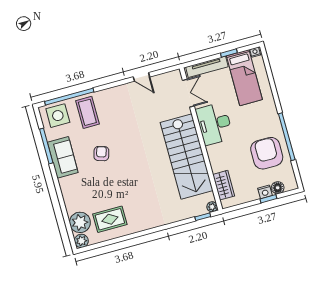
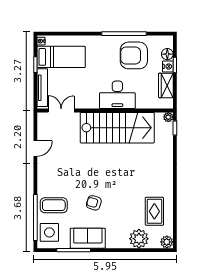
desk: (214, 124) -> (117, 95), moved
wardrobe: (224, 185) -> (166, 85), moved, turned -90
plant: (80, 222) -> (139, 239), moved

